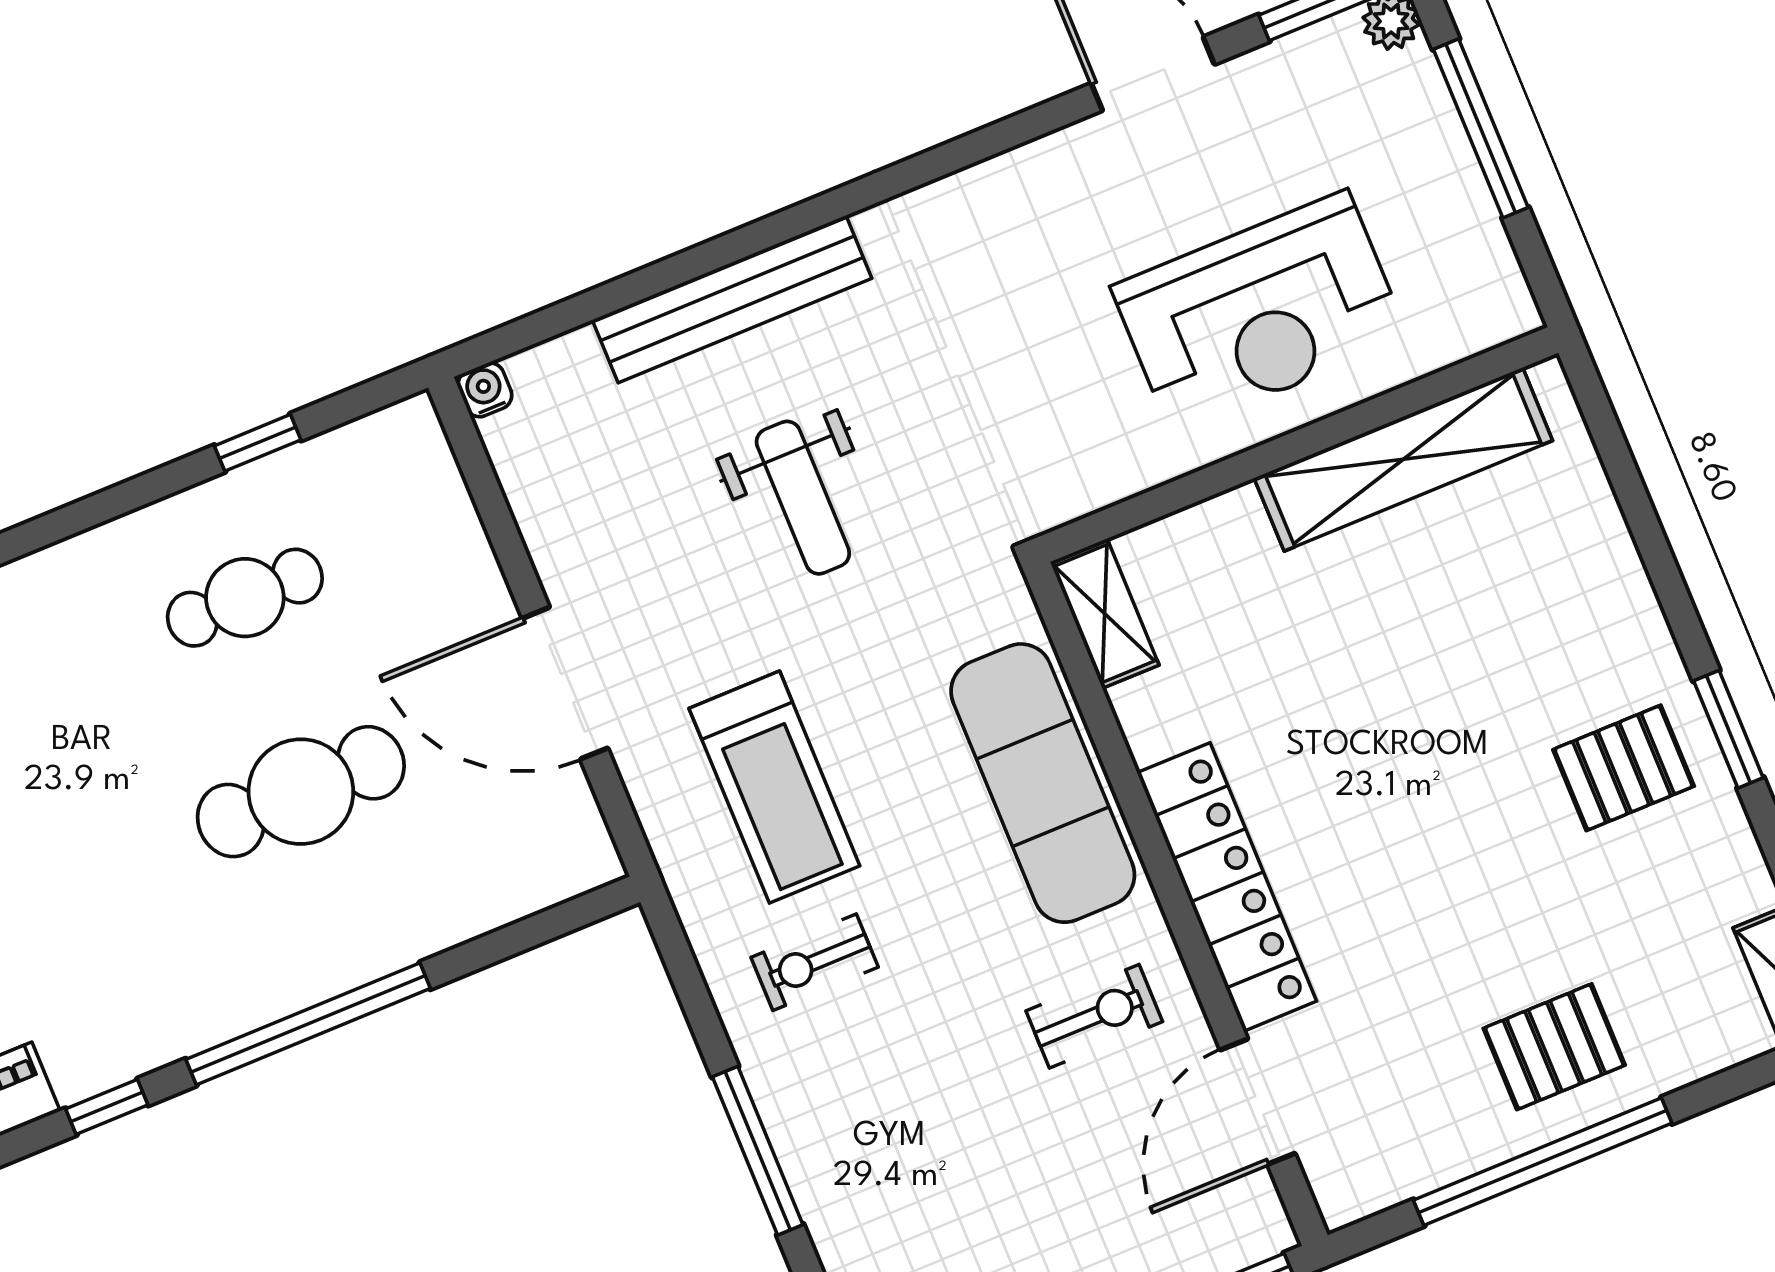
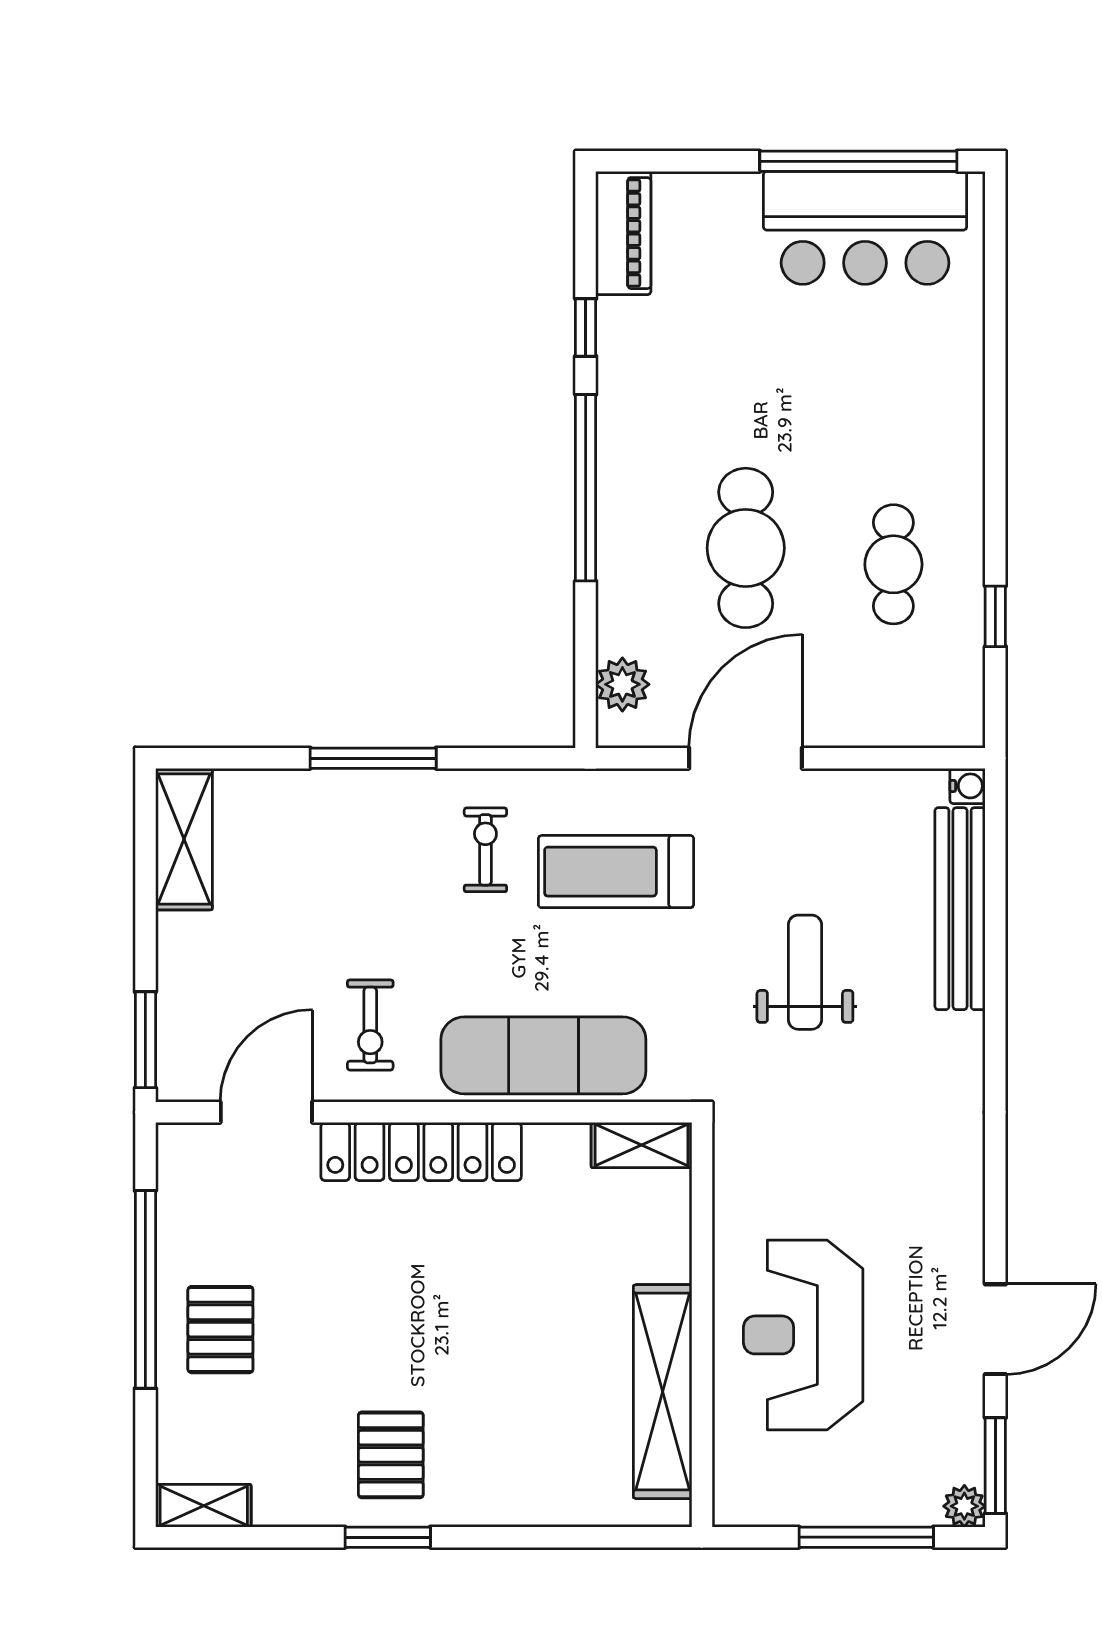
bench: (732, 299) -> (960, 909), moved
weight bench: (803, 498) -> (805, 972), turned 90
plant: (536, 876) -> (622, 684), added
door: (1258, 1102) -> (266, 1112), hinge flipped

